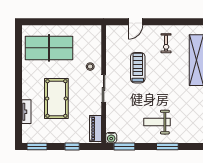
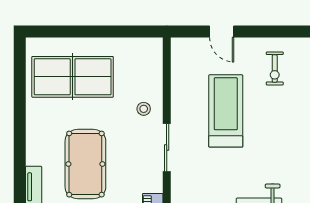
door: (135, 22) -> (222, 31), hinge flipped
treadmill: (138, 68) -> (226, 111), width x1.37, depth x1.38

